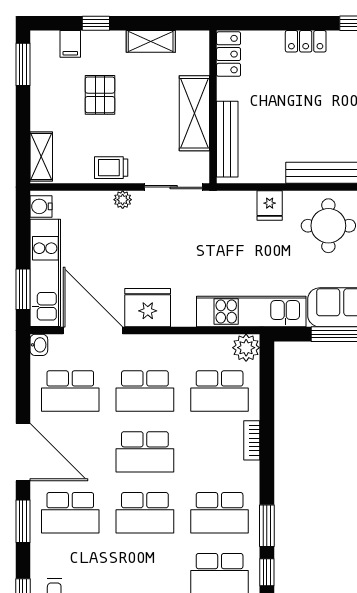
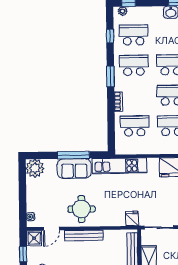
fridge: (270, 205) -> (132, 219), moved
plant: (246, 348) -> (122, 148), removed
window: (267, 526) -> (110, 76), moved

